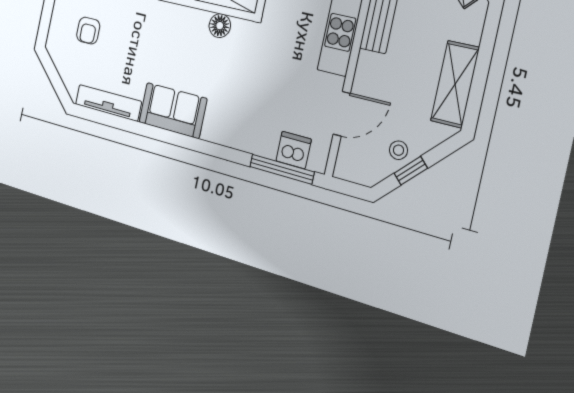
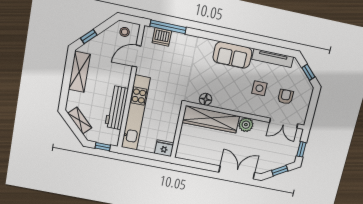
side table: (130, 47) -> (259, 88), added
window: (53, 75) -> (308, 72), added
stool: (398, 150) -> (125, 32), moved
window: (411, 171) -> (89, 37), moved

